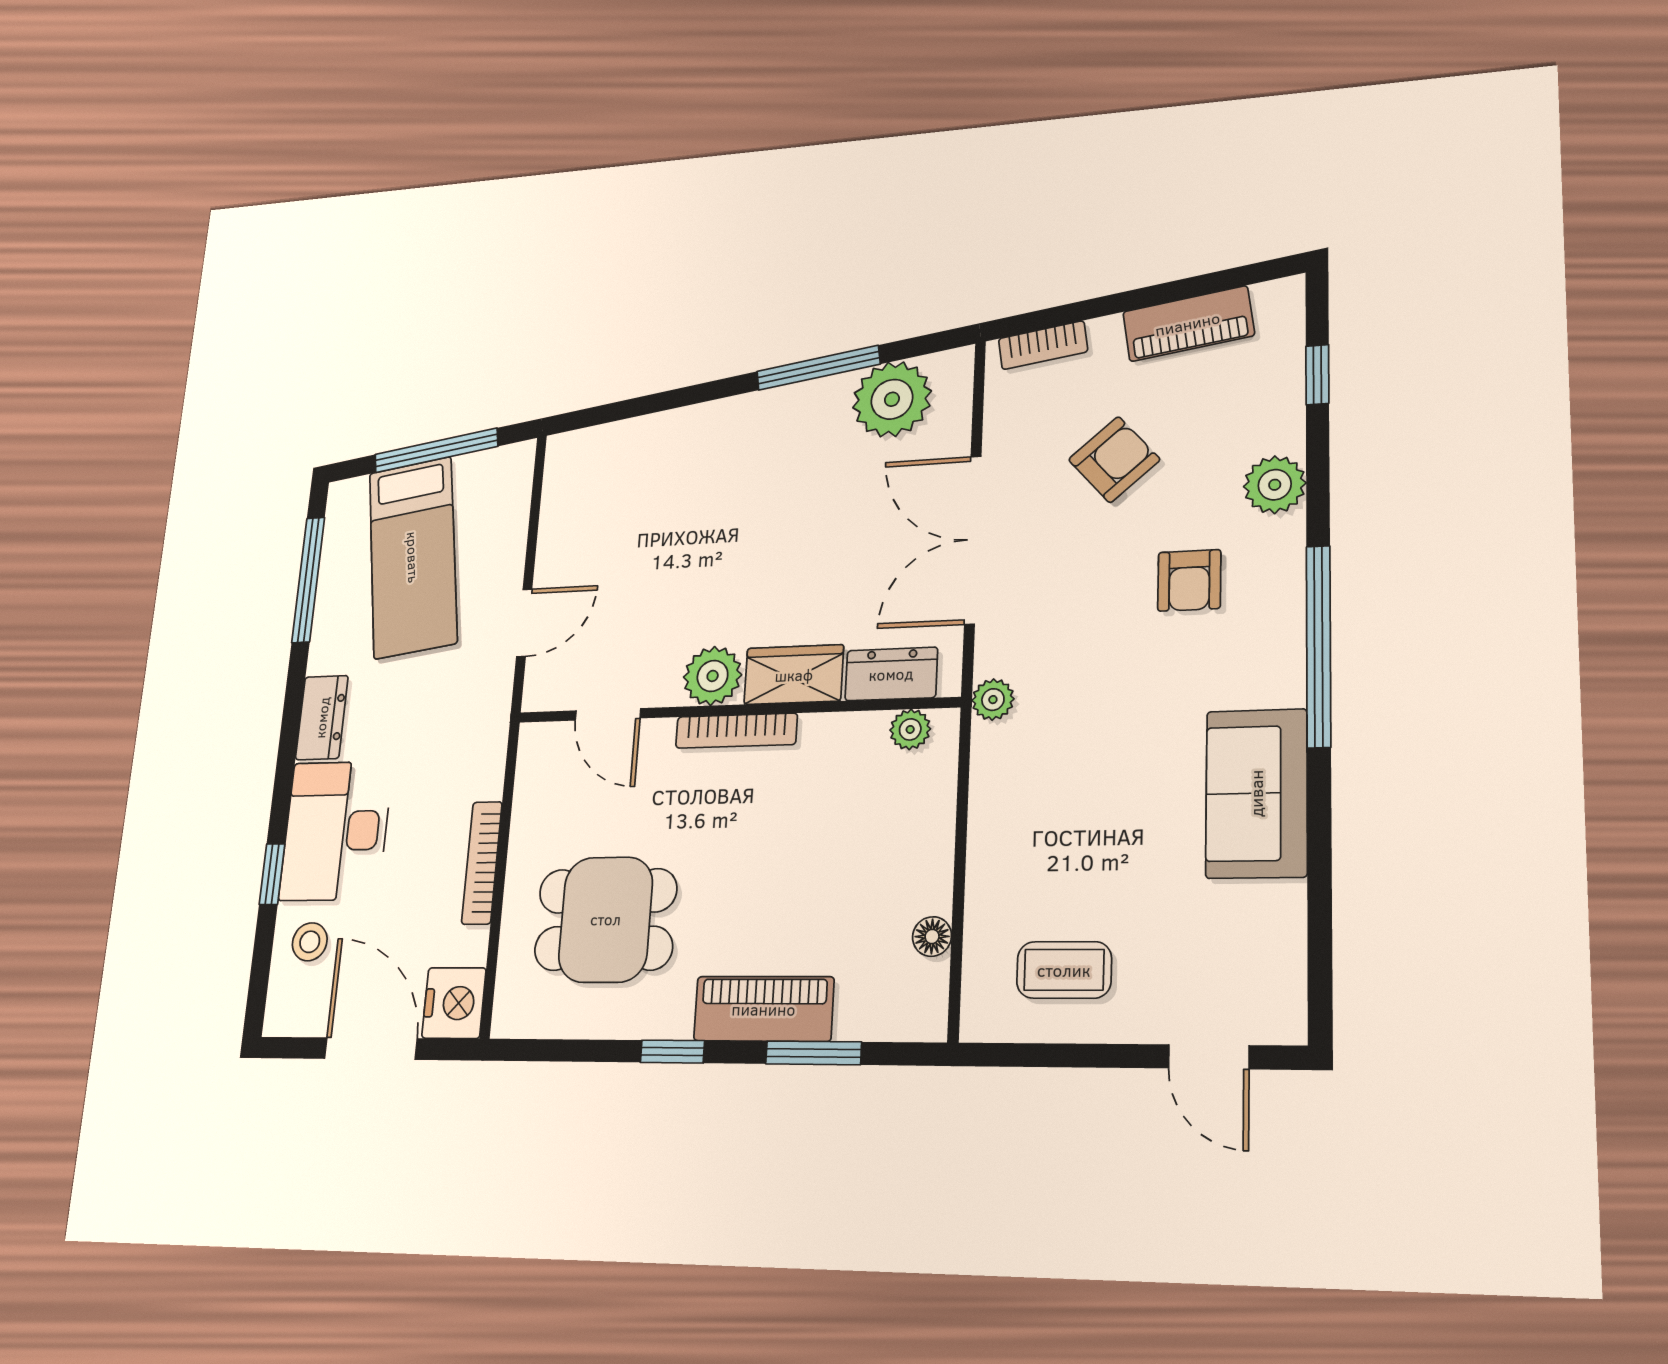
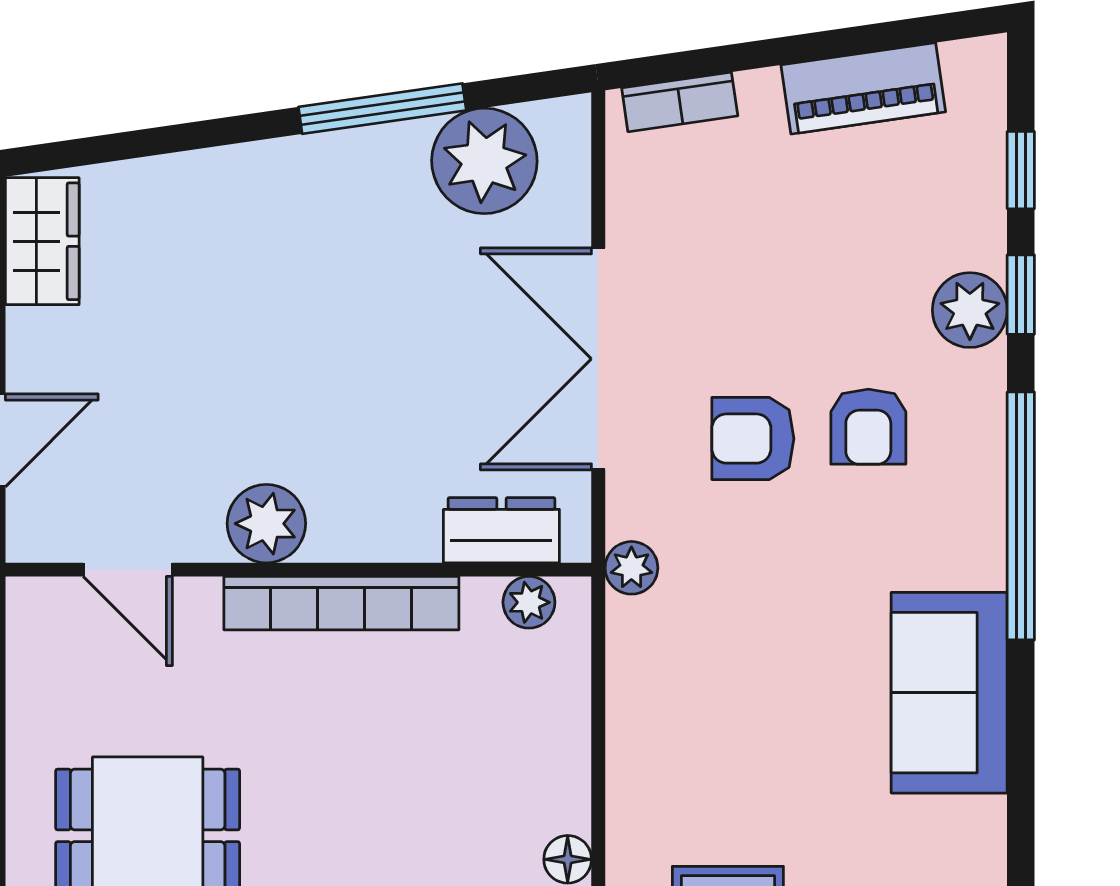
armchair: (1114, 460) -> (753, 439), moved, turned -139
window: (1318, 470) -> (1021, 295), added
wardrobe: (794, 675) -> (42, 241), moved, turned 90
bookcase: (736, 731) -> (341, 603), width x1.48, depth x1.31

